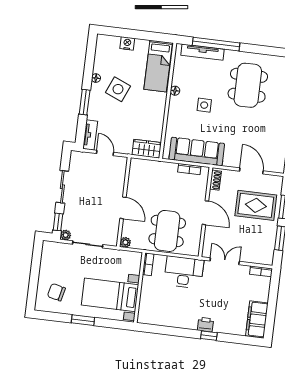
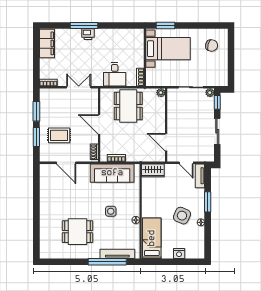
dining table: (248, 85) -> (77, 232), width x0.73
rug: (256, 205) -> (59, 135), width x0.73, depth x0.70
door: (123, 208) -> (166, 142), moved
double door: (225, 261) -> (79, 87), swing flipped
desk: (184, 272) -> (115, 74), width x0.73
window: (83, 320) -> (166, 26), moved
window: (209, 336) -> (84, 26), width x2.17

